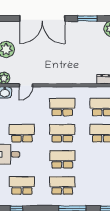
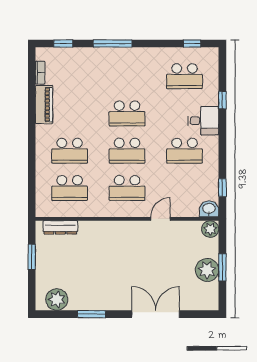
double door: (42, 18) -> (156, 314), width x0.73
door: (26, 85) -> (160, 219), moved
school desk: (62, 185) -> (127, 76), removed

